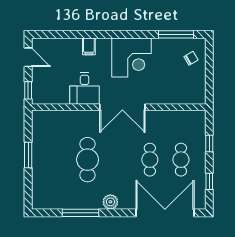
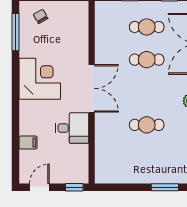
filing cabinet: (89, 46) -> (28, 142), moved
window: (28, 155) -> (165, 187), moved
cafe table: (88, 160) -> (147, 125), width x0.73, depth x0.74

